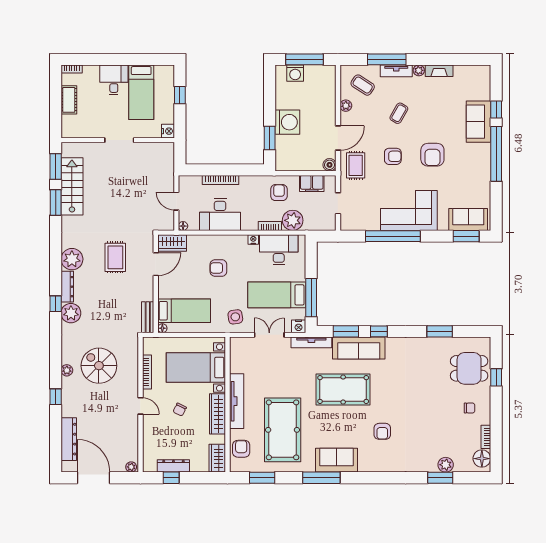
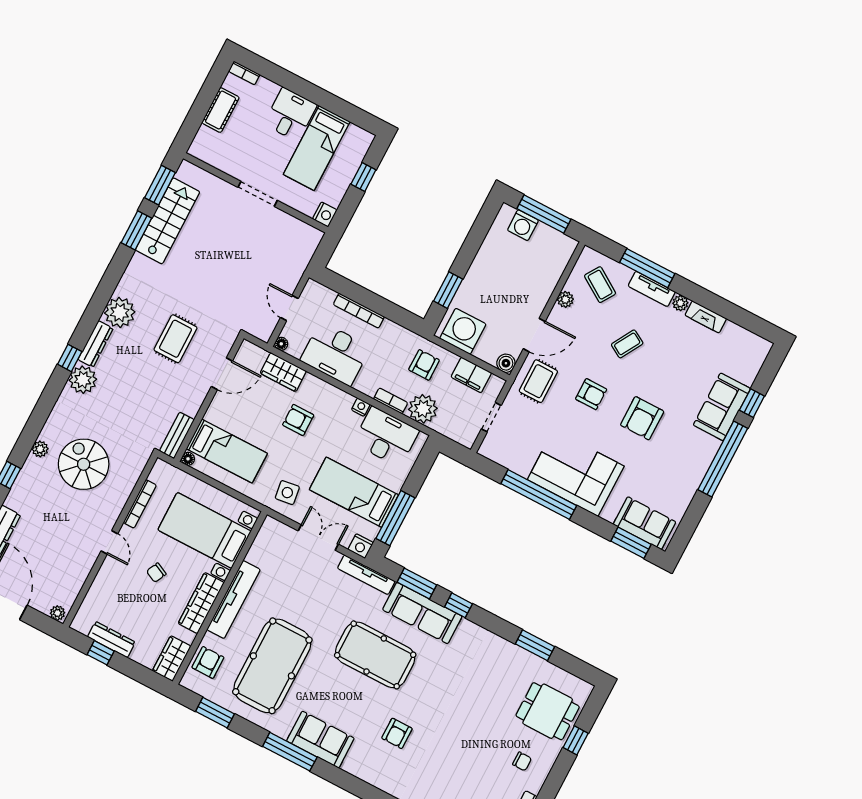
washing machine: (287, 122) -> (463, 331), moved, turned -90
wardrobe: (172, 243) -> (283, 372), moved

